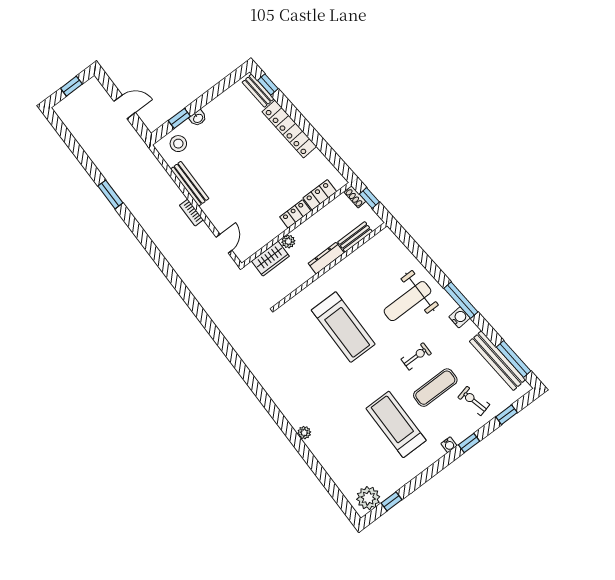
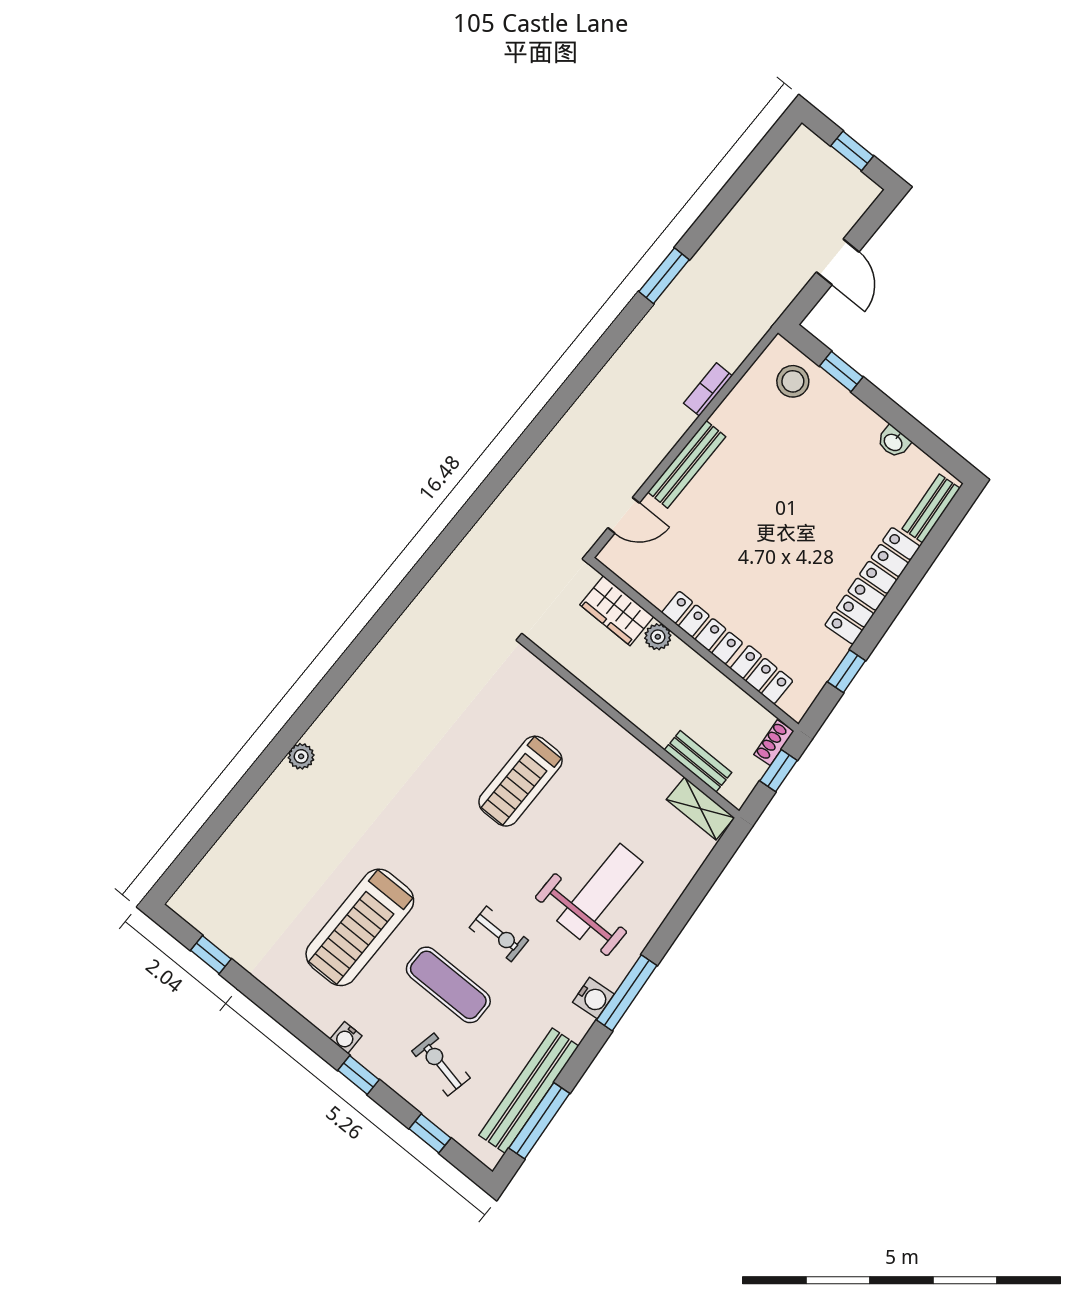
window: (268, 85) -> (846, 671), moved
washbasin: (198, 118) -> (894, 442), moved
bench: (190, 184) -> (687, 464), moved
bookcase: (192, 212) -> (708, 389), moved
locker: (295, 214) -> (702, 628), width x1.53
shelving: (379, 241) -> (700, 808), added
dresser: (326, 258) -> (644, 716), removed
weight bench: (407, 301) -> (600, 891), turned 90
treadmill: (343, 327) -> (521, 781), width x0.73, depth x0.73
exercise bike: (474, 401) -> (441, 1065), turned -64
treadmill: (396, 424) -> (360, 927), turned 180
plant: (368, 498) -> (207, 909), removed

